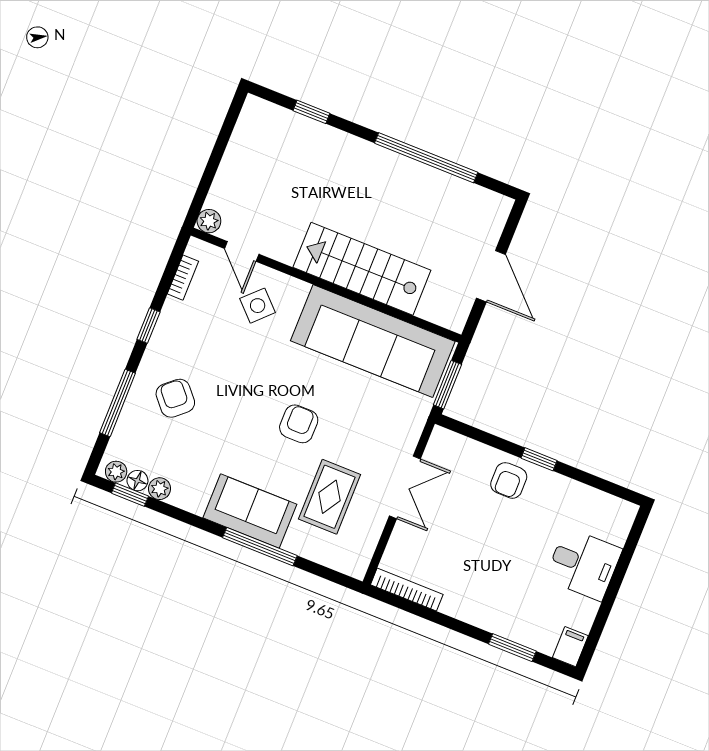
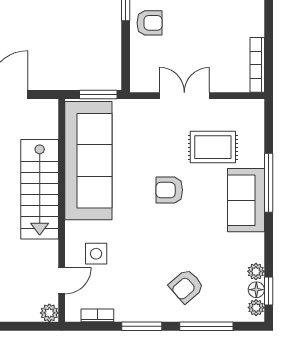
side table: (258, 306) -> (96, 254), turned 45
window: (148, 326) -> (142, 326), width x1.50

